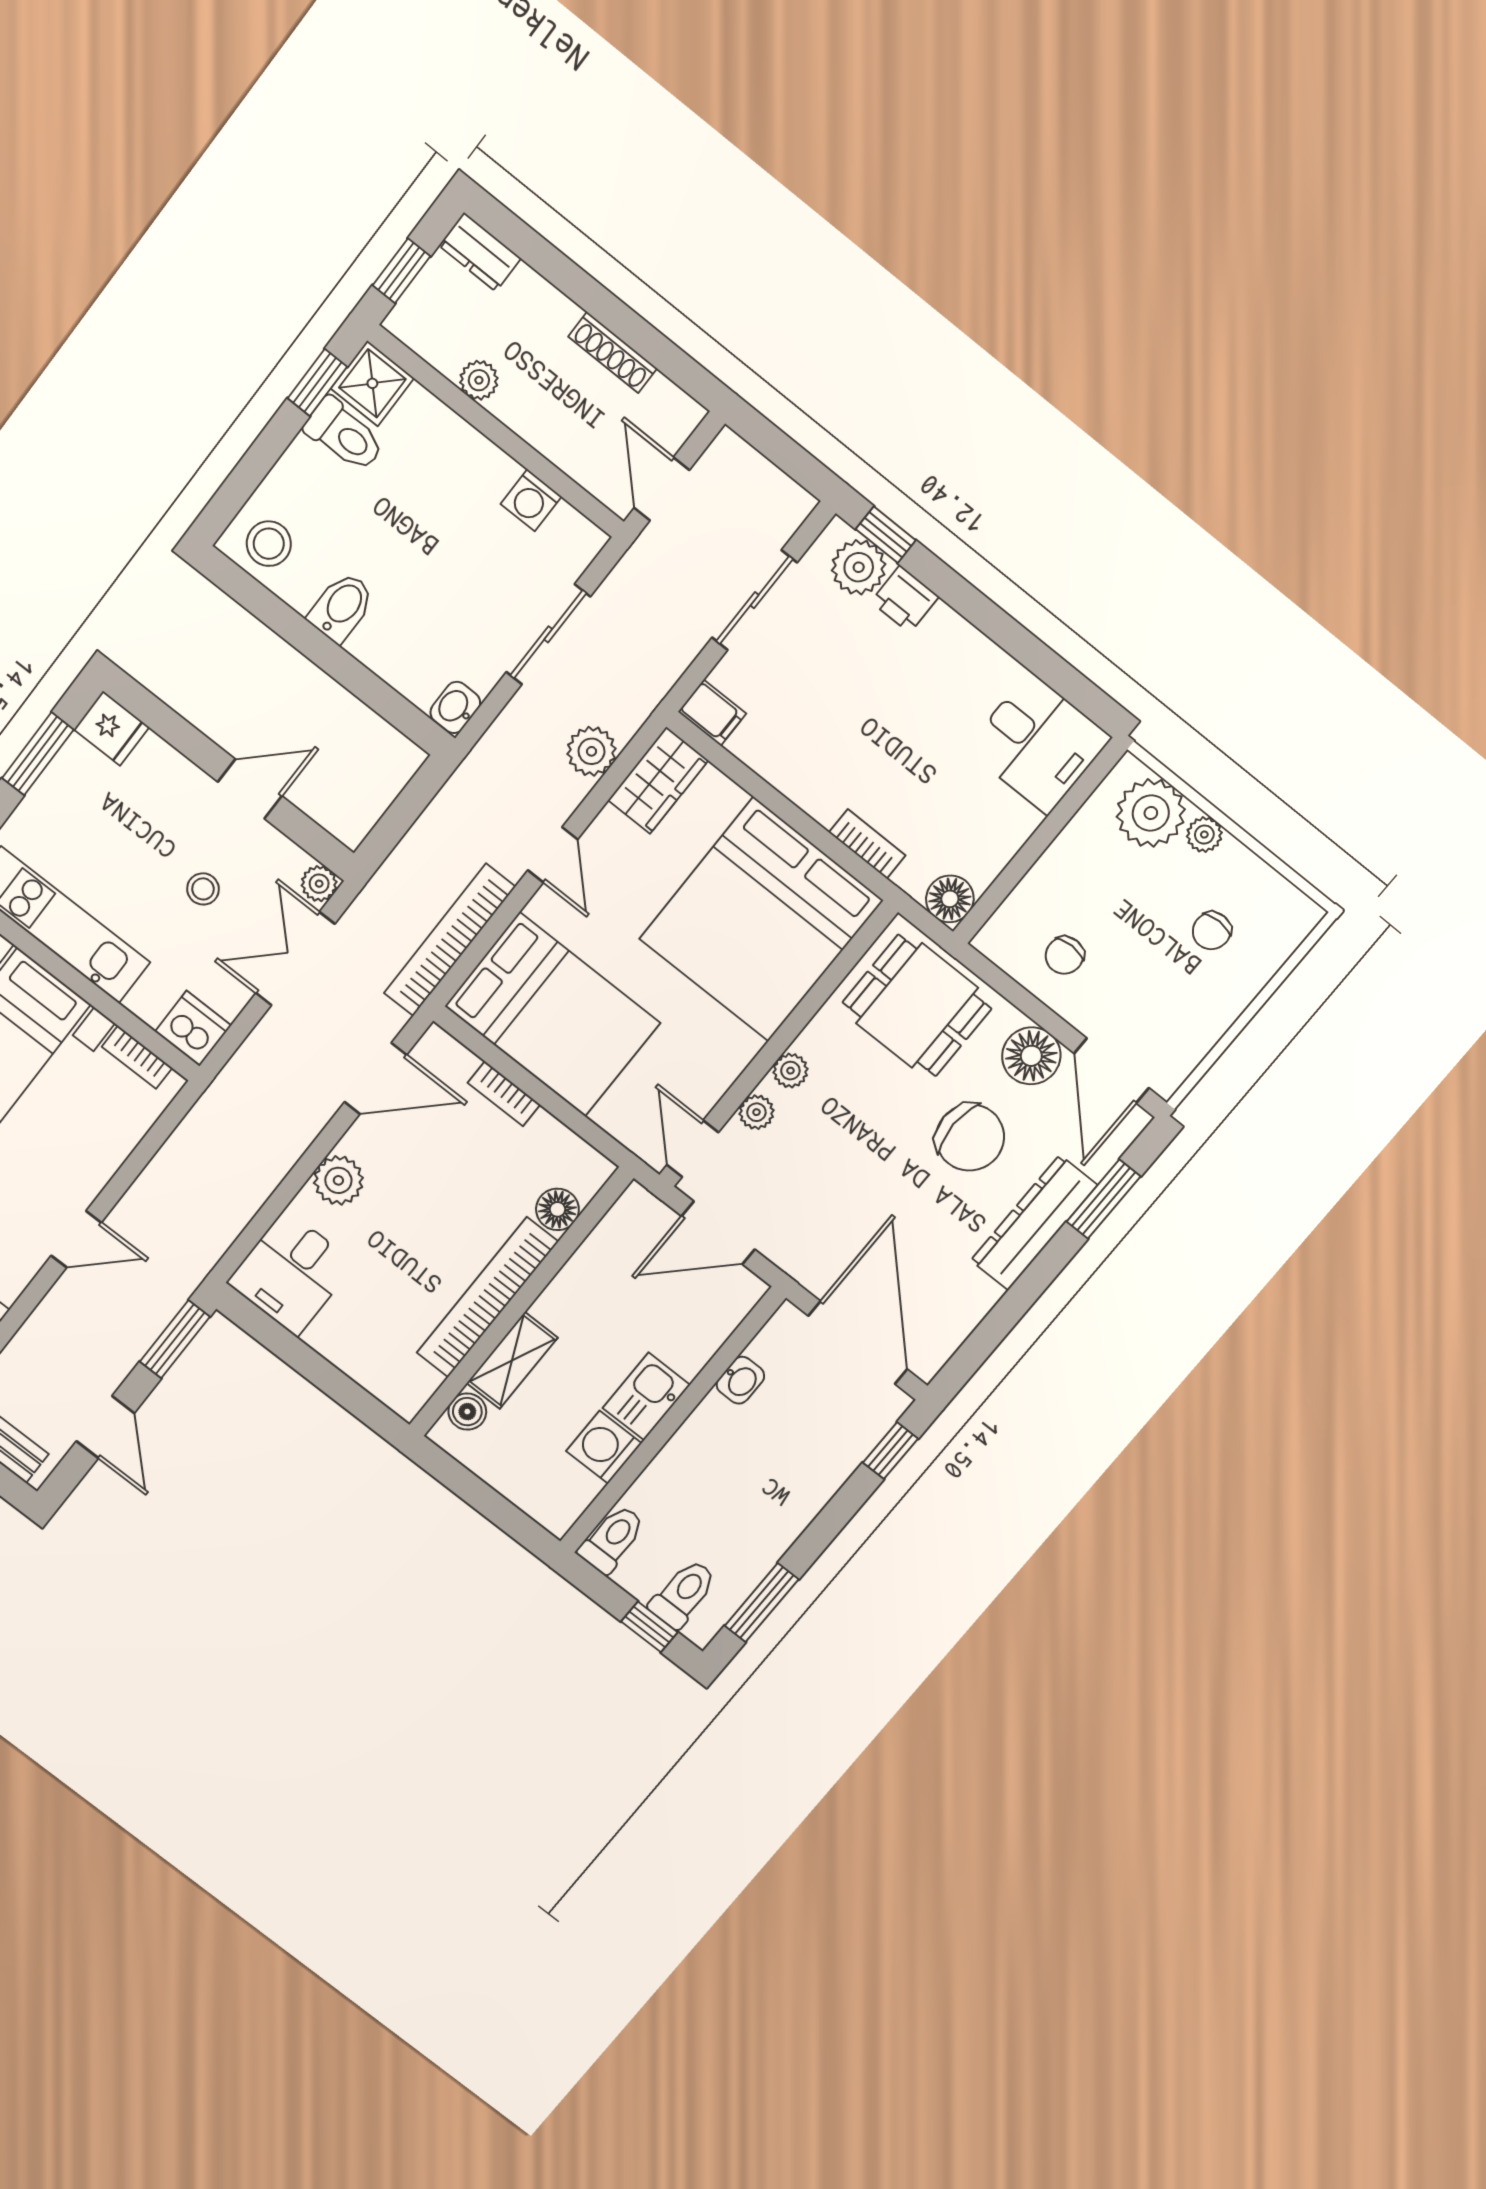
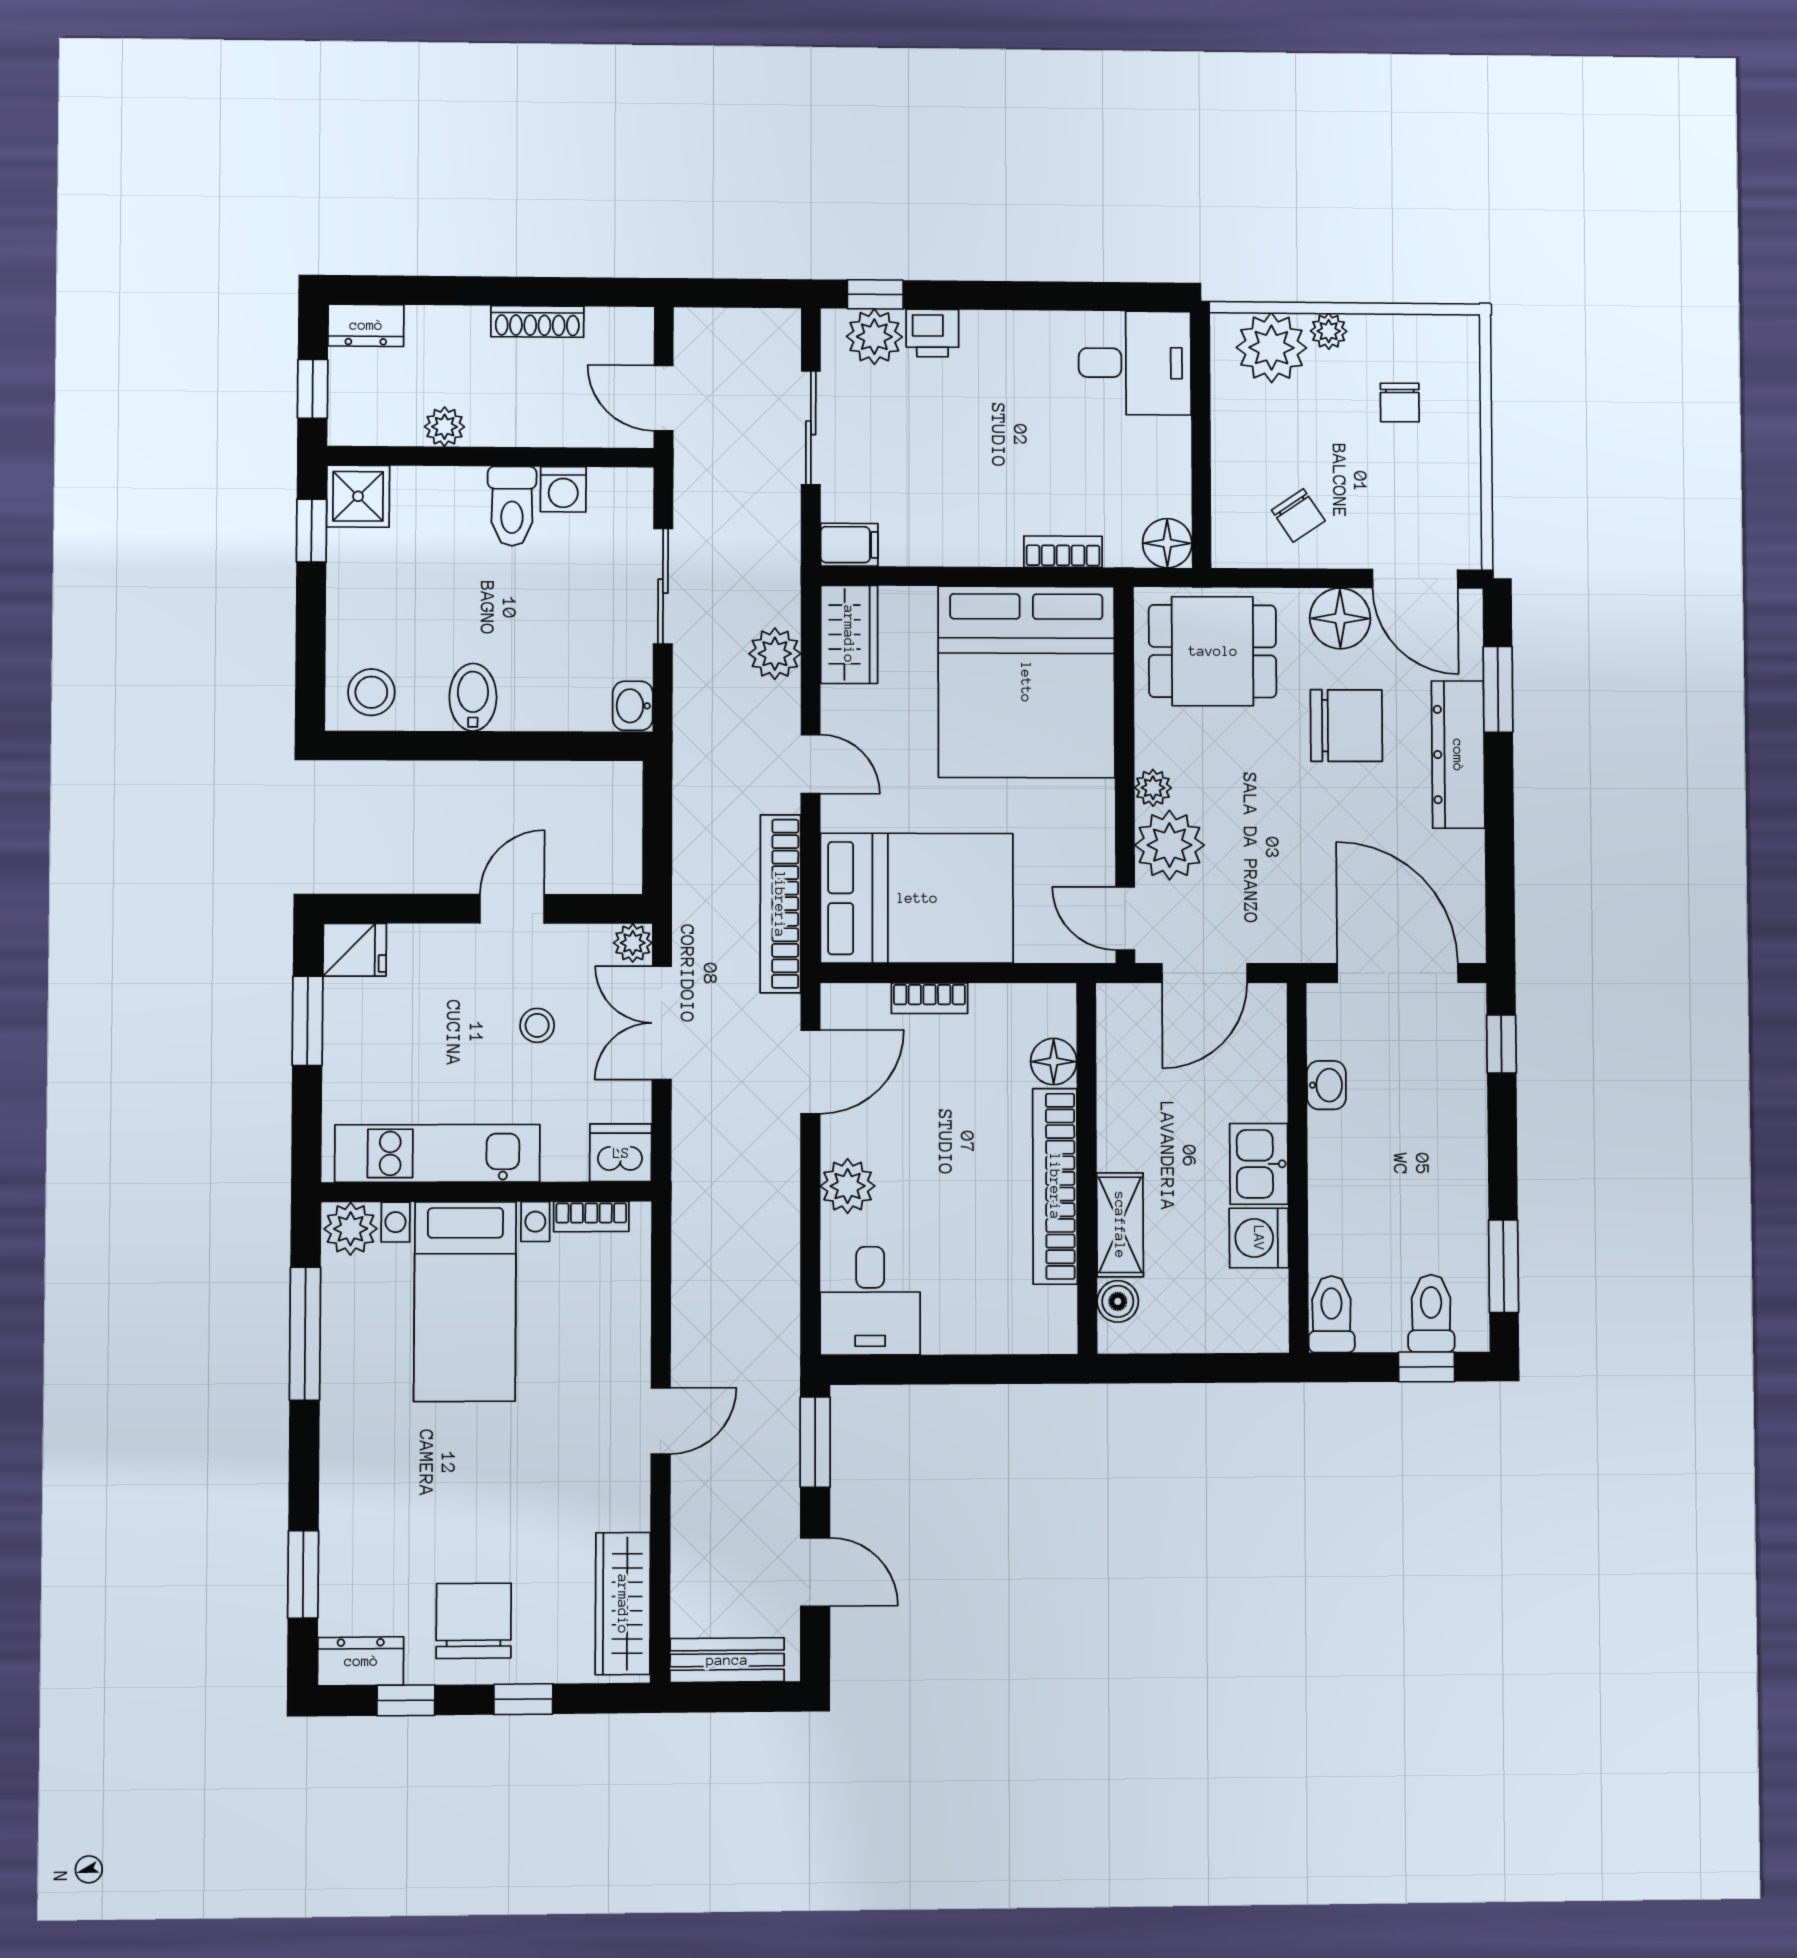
toilet: (344, 435) -> (512, 506), moved, turned 90
chair: (1065, 955) -> (1298, 515), turned -34
plant: (756, 1112) -> (1169, 845), width x1.88, depth x1.88

